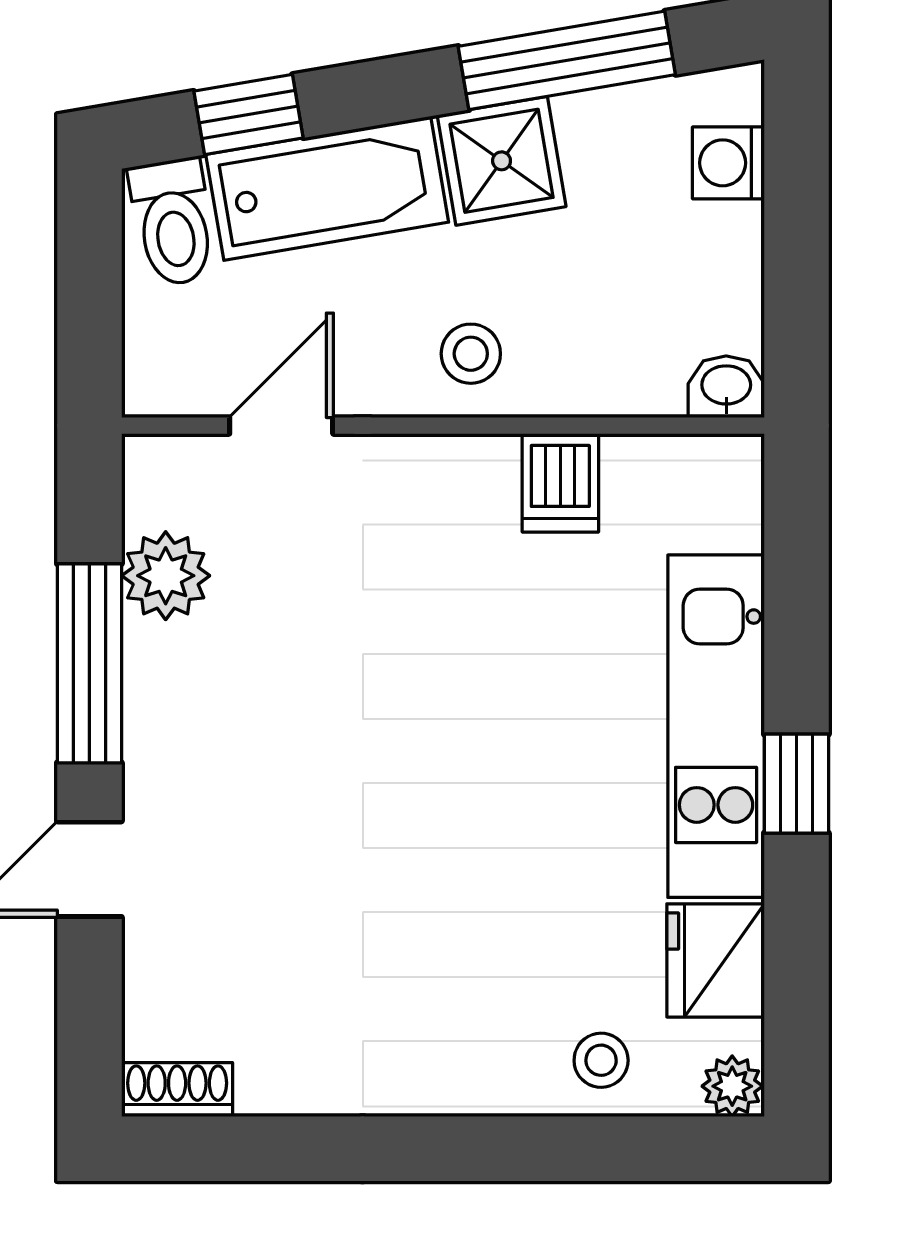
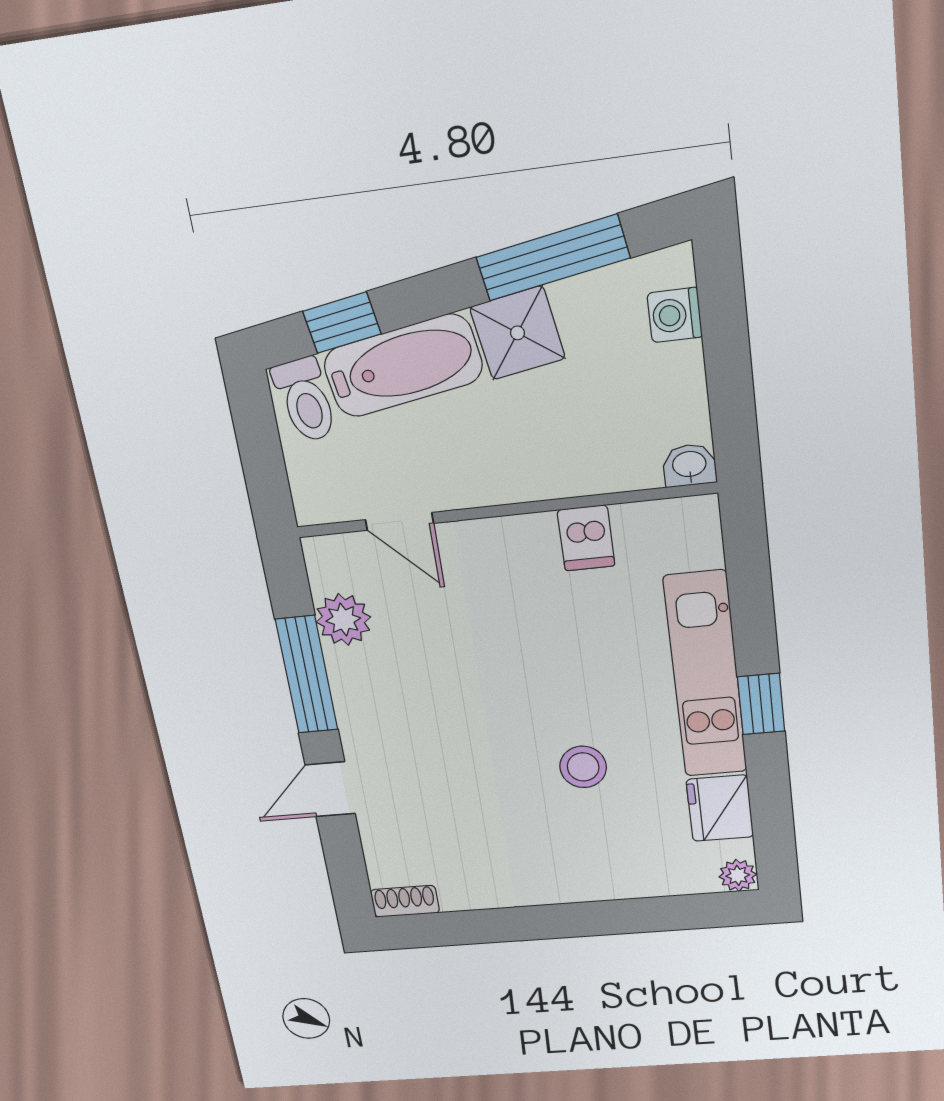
stool: (471, 354) -> (515, 463), removed
door: (281, 426) -> (399, 521), swing flipped
stool: (601, 1060) -> (583, 767), moved, width x1.37, depth x1.37

